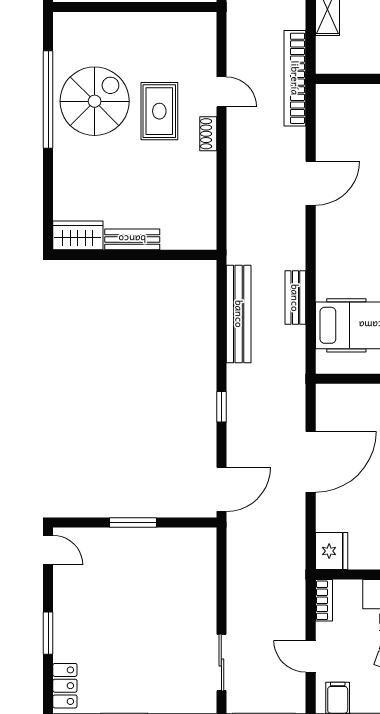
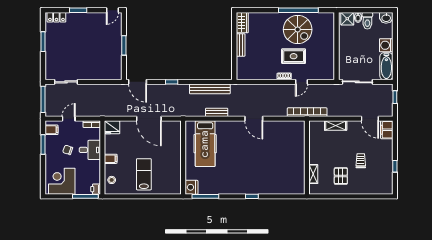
door: (311, 183) -> (254, 119), moved

